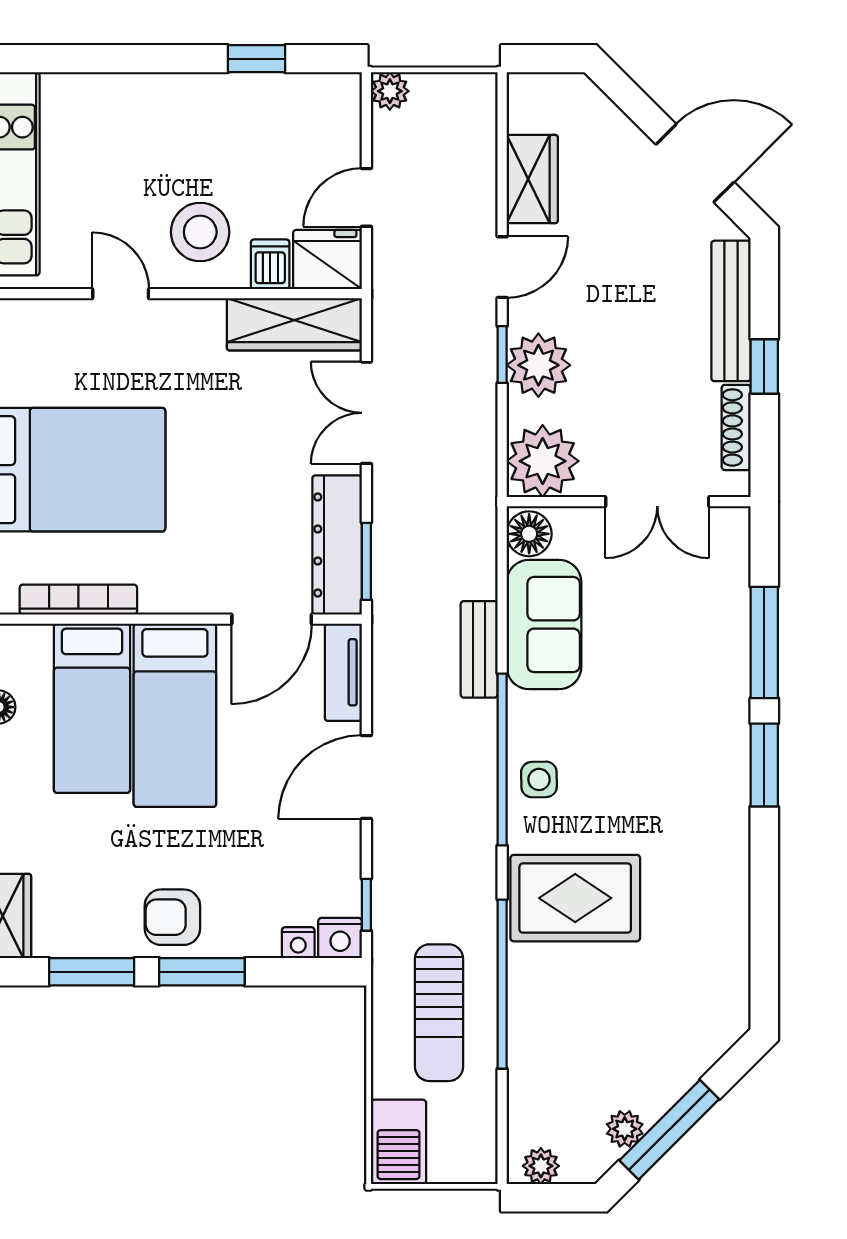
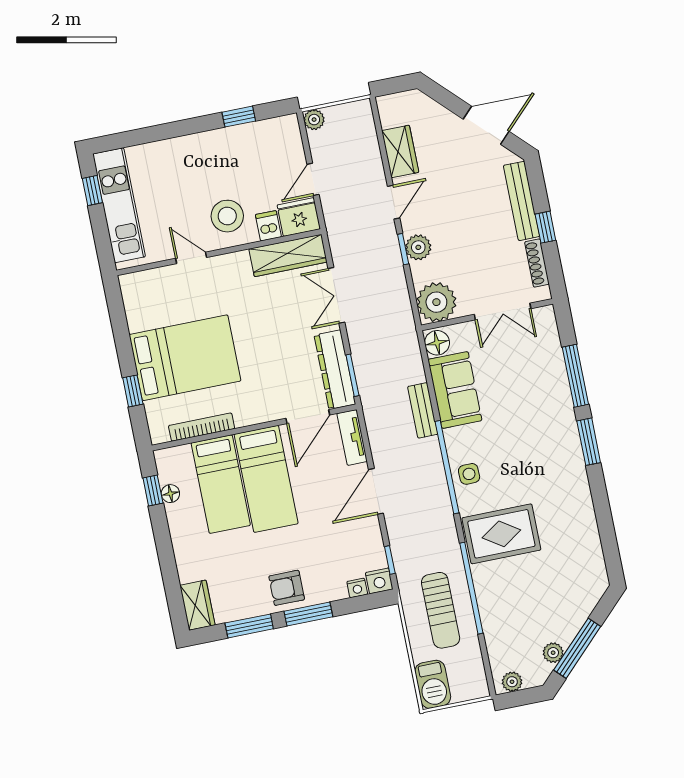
plant: (538, 365) -> (418, 247), width x0.73, depth x0.73

